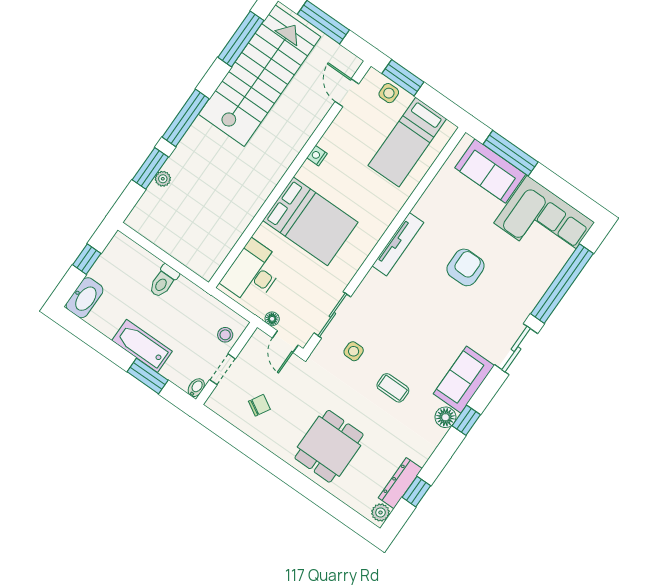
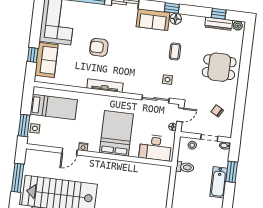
door: (347, 93) -> (70, 151), moved
window: (511, 153) -> (33, 55), width x0.46
toilet: (164, 281) -> (185, 167), moved

